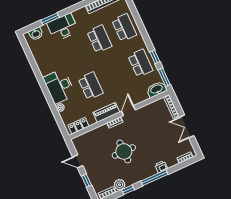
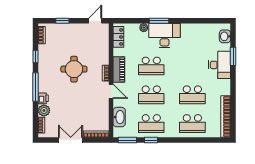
school desk: (116, 74) -> (151, 95), added
washbasin: (157, 89) -> (119, 117), moved
window: (48, 97) -> (159, 21), added
door: (78, 161) -> (95, 21), moved
plant: (120, 185) -> (44, 110), moved

